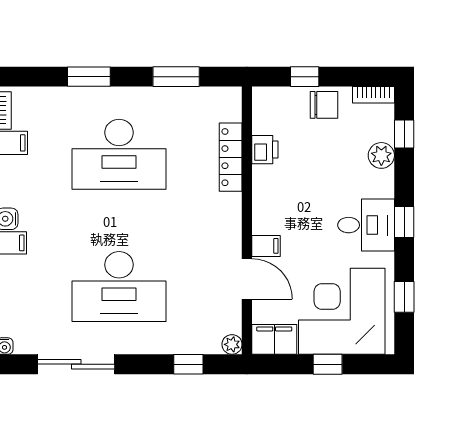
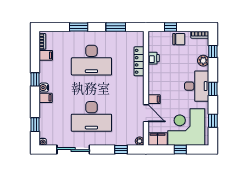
desk: (366, 225) -> (197, 86), width x1.37

